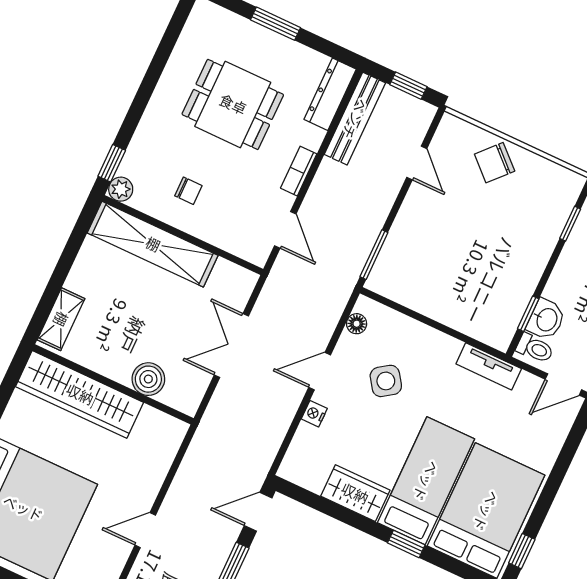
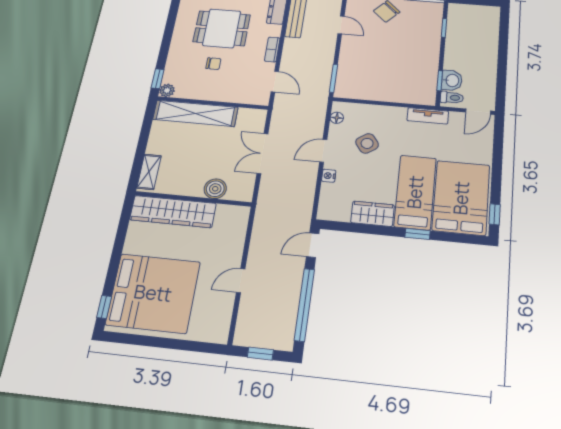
chair: (188, 191) -> (213, 64), moved

